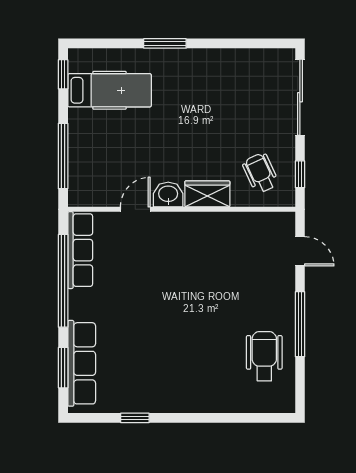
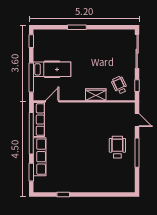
hospital bed: (110, 90) -> (52, 69), moved
washbasin: (168, 195) -> (78, 95), removed
door: (135, 209) -> (52, 101), moved
wheelchair: (264, 356) -> (117, 147), moved
row of seats: (82, 363) -> (40, 157), moved

